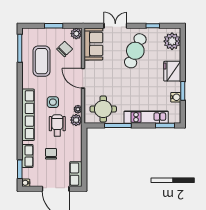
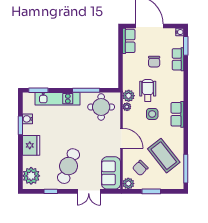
coffee table: (41, 61) -> (164, 156), turned -38
row of seats: (28, 115) -> (177, 114), width x0.50
wheelchair: (57, 125) -> (148, 90), turned 180

